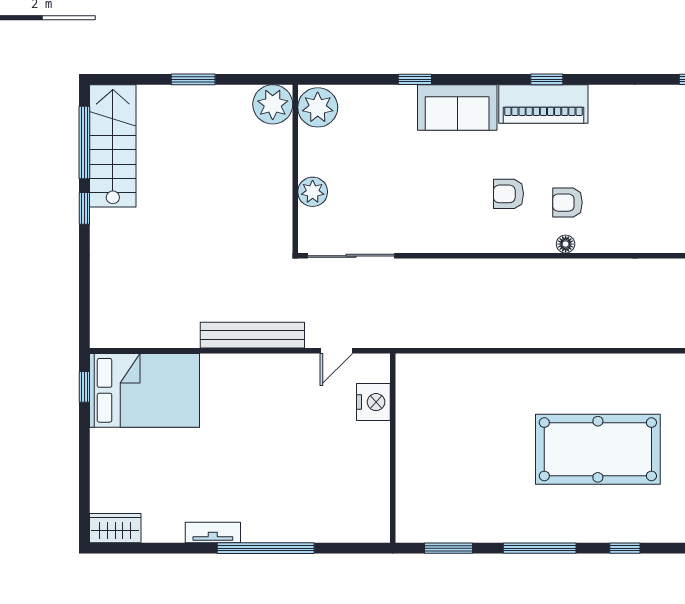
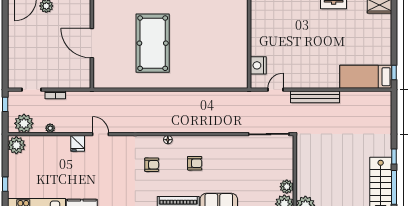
plant: (313, 192) -> (287, 187), moved
armchair: (567, 203) -> (152, 165), moved
bed: (145, 390) -> (366, 77), width x0.67
pool table: (598, 449) -> (153, 43), turned 90

